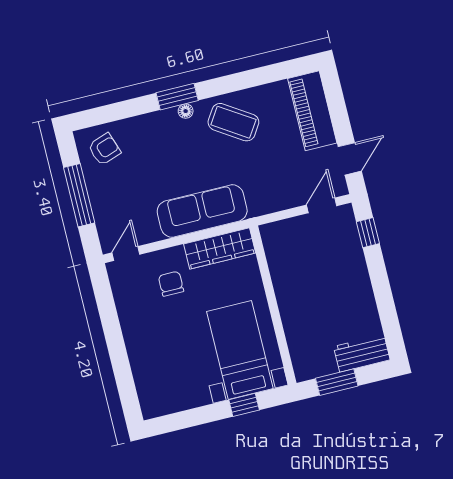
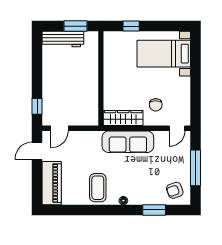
window: (177, 97) -> (154, 210), moved
coffee table: (233, 122) -> (98, 188), turned 57
bed with nightstands: (240, 350) -> (164, 54), moved, turned 90
workbench: (362, 353) -> (63, 39), width x1.38

